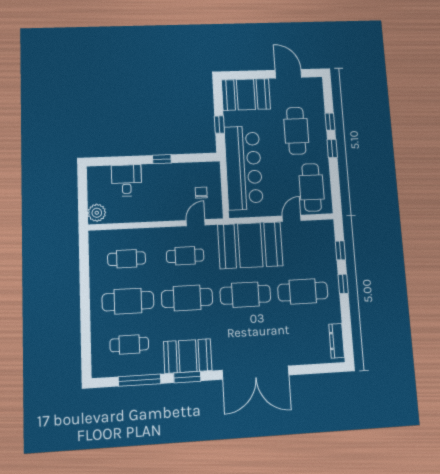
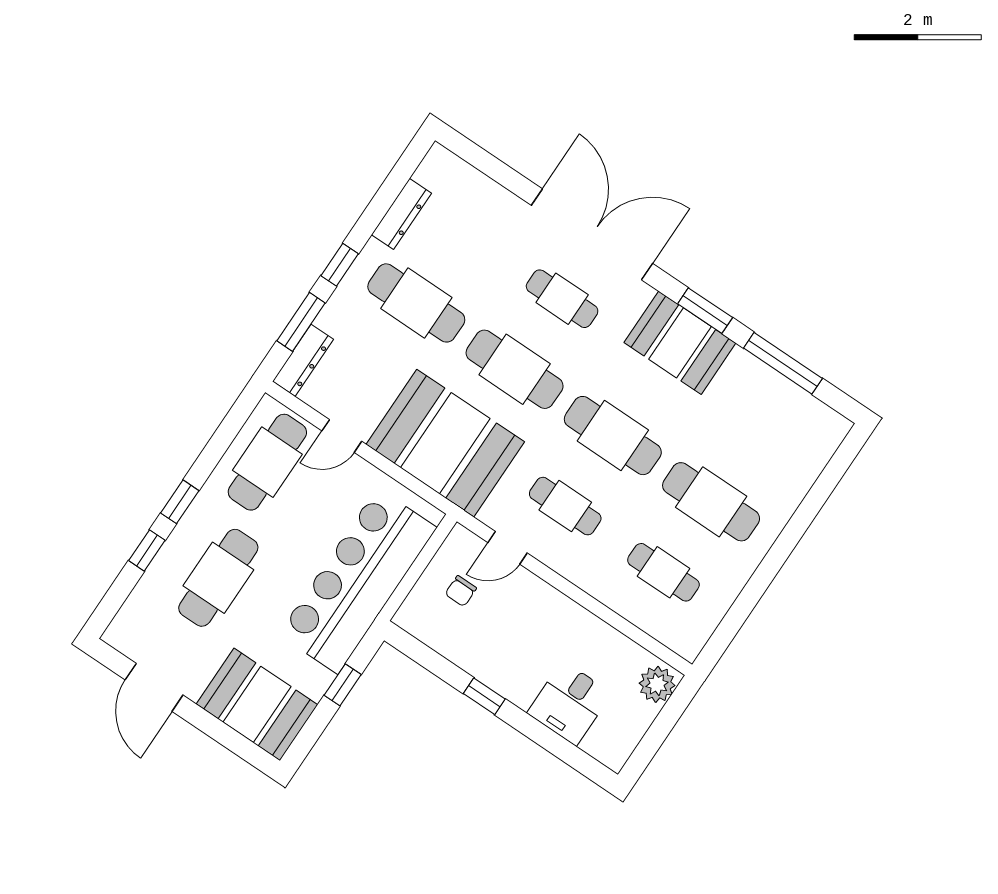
dresser: (328, 236) -> (303, 360), added
window: (340, 250) -> (301, 322), width x1.50
dresser: (337, 341) -> (401, 214), moved
cafe table: (129, 344) -> (562, 299), moved

